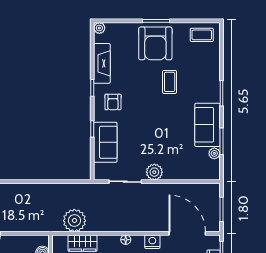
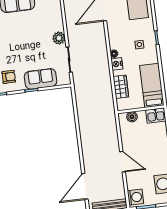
plant: (74, 221) -> (104, 95), removed
nightstand: (152, 242) -> (117, 64), moved

